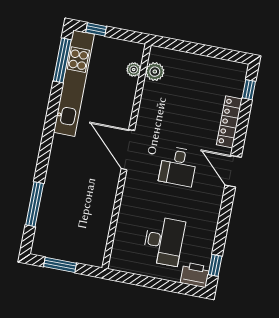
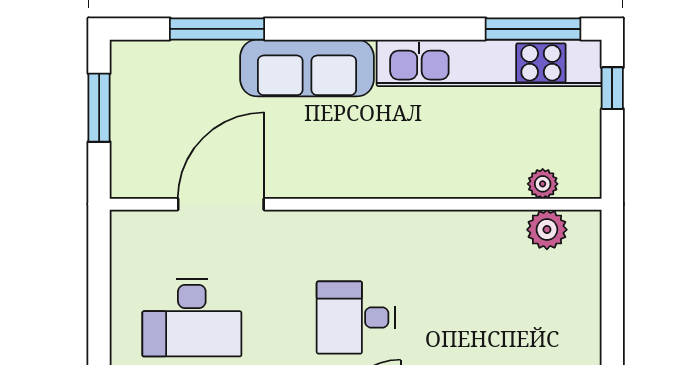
door: (128, 150) -> (221, 204), moved
sofa: (60, 167) -> (307, 68), added

